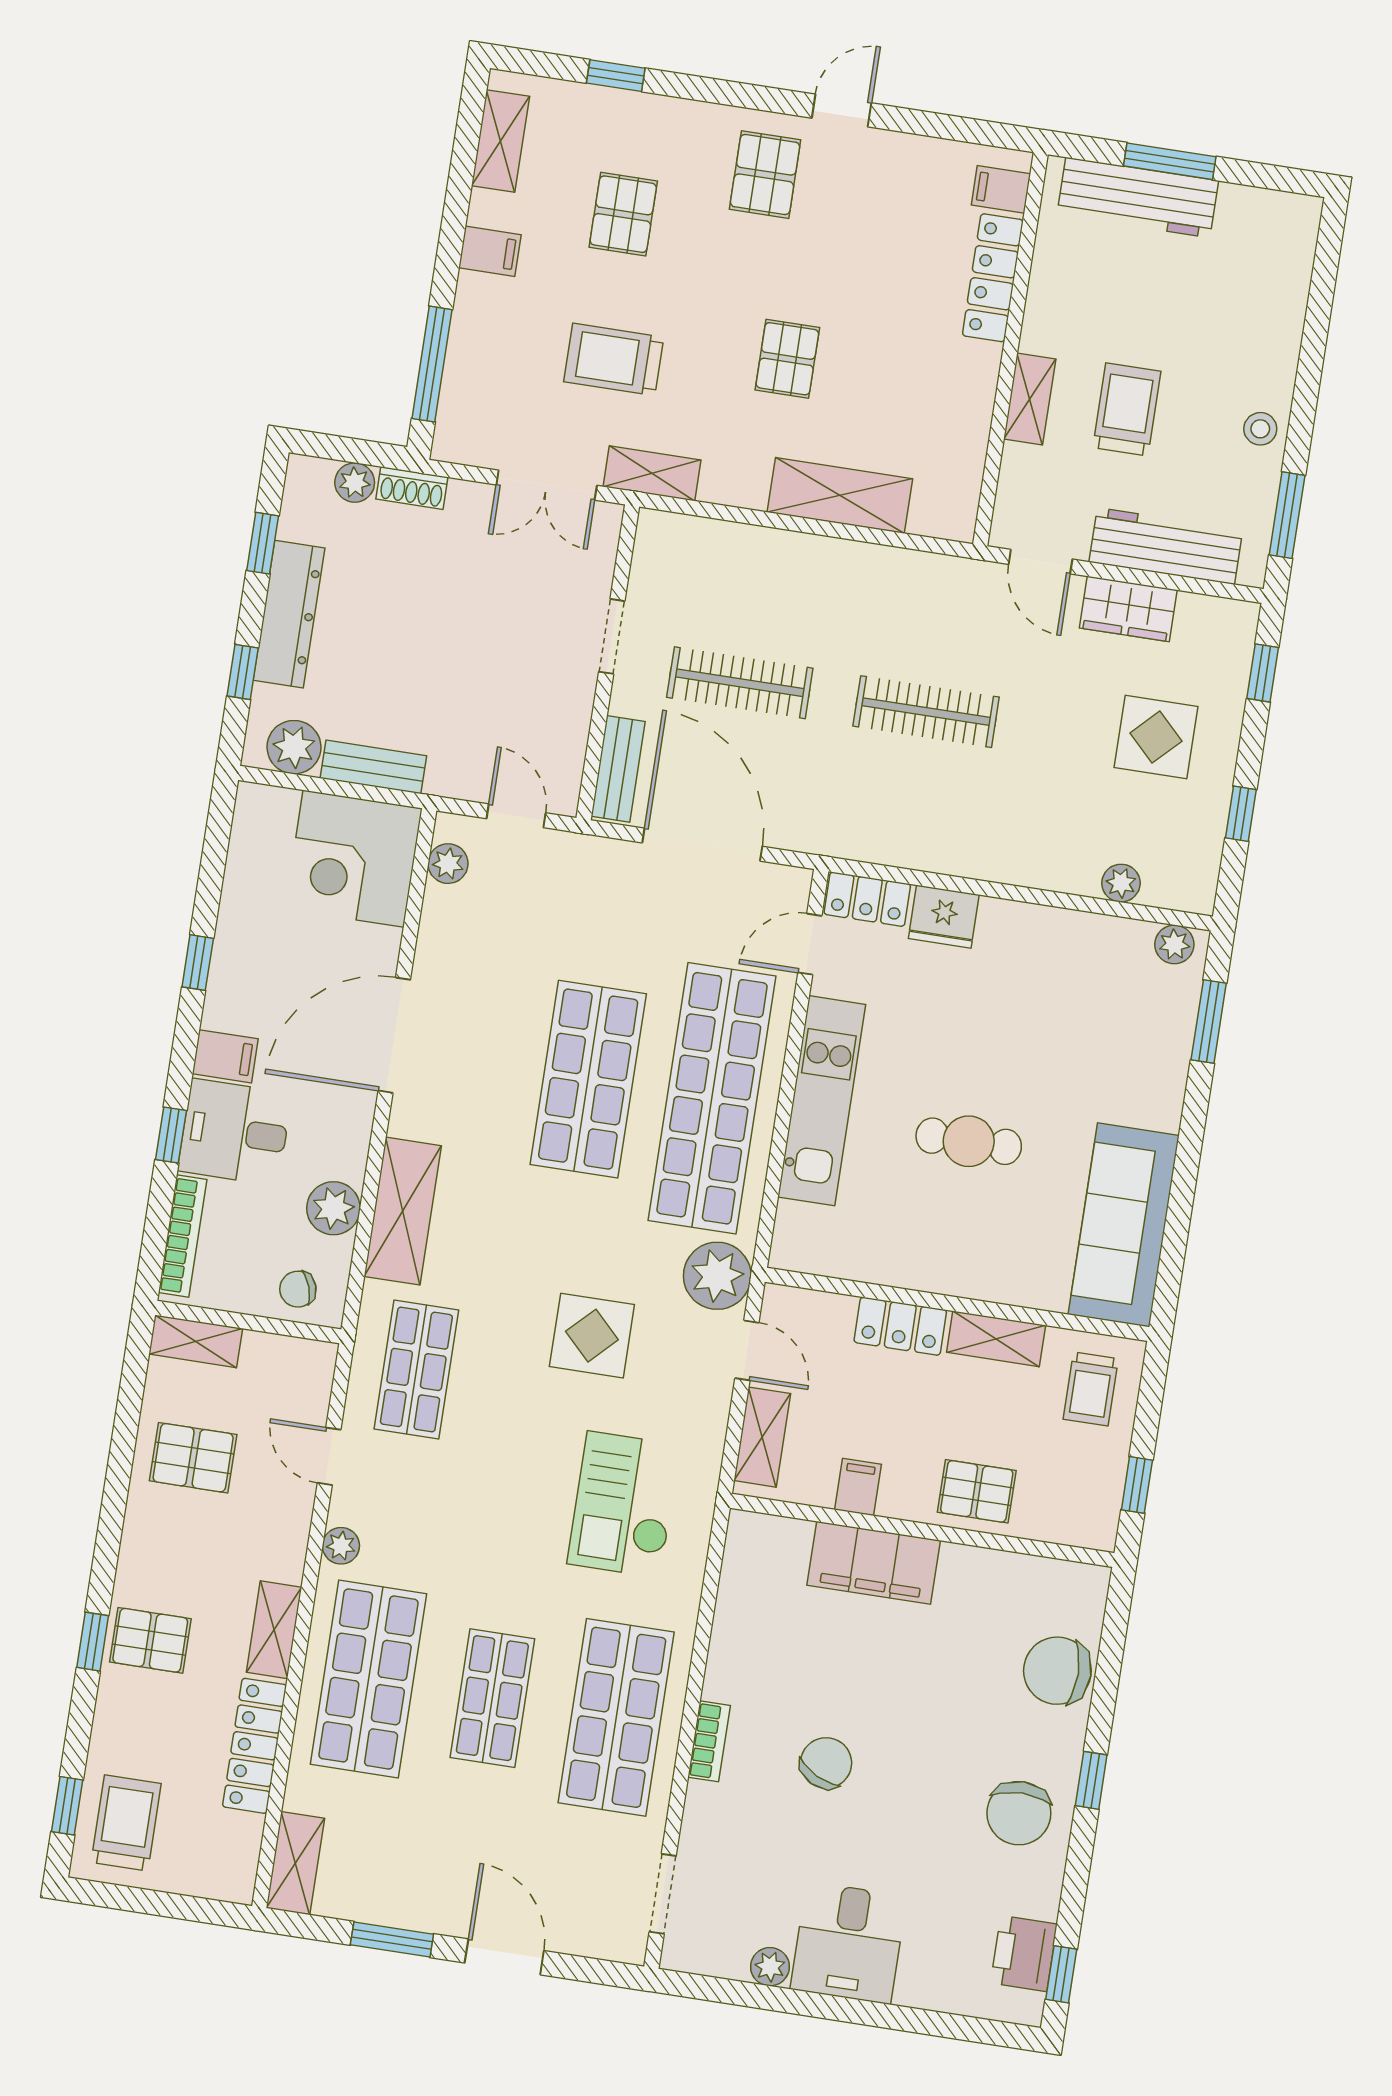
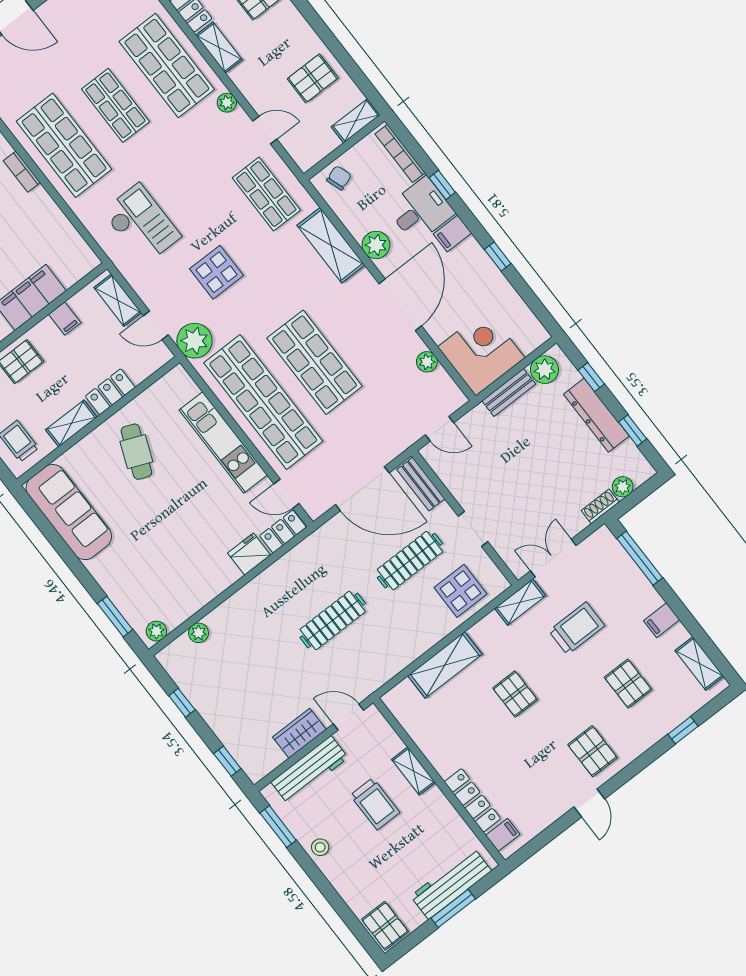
pallet: (1284, 234) -> (385, 926), added
display table: (1156, 737) -> (460, 591), moved
plant: (448, 864) -> (427, 362), moved
door: (810, 944) -> (286, 494), swing flipped
cafe table: (969, 1141) -> (136, 452), moved, turned -68
plant: (333, 1208) -> (376, 245), moved

